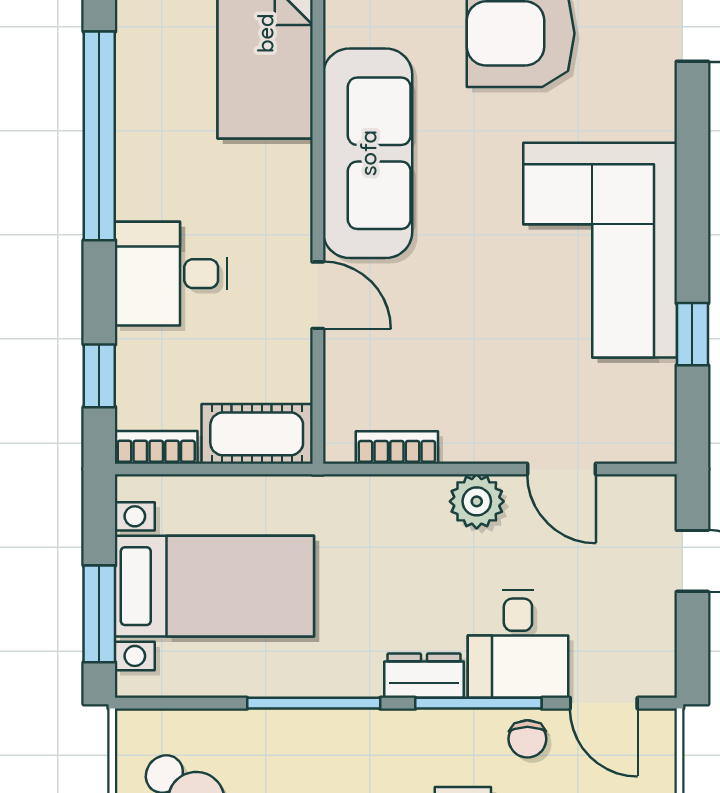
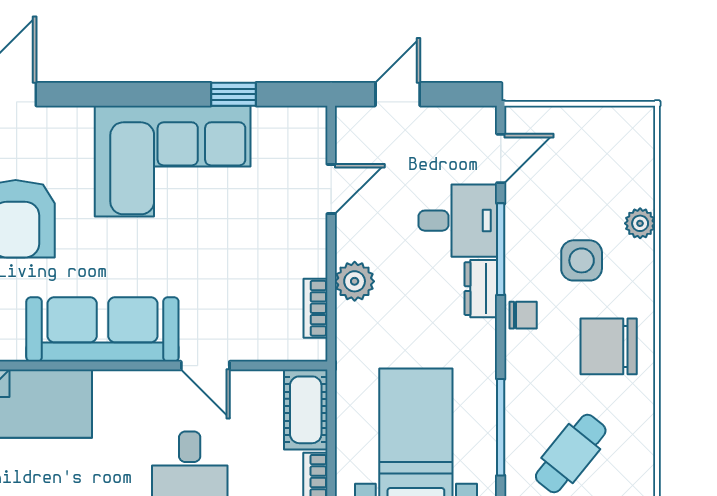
door: (318, 295) -> (205, 366), swing flipped
plant: (477, 501) -> (355, 281), moved
window: (314, 703) -> (501, 427), moved
chair: (527, 739) -> (523, 315), moved

